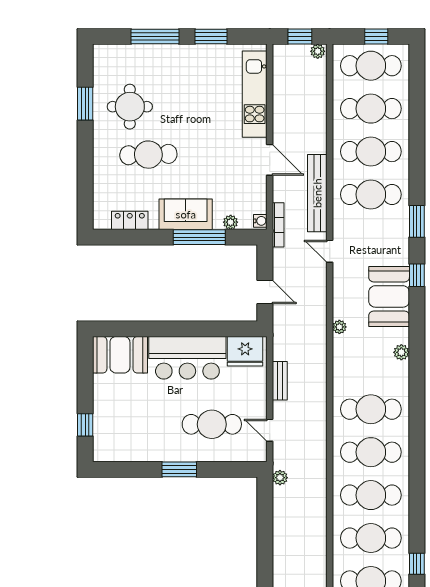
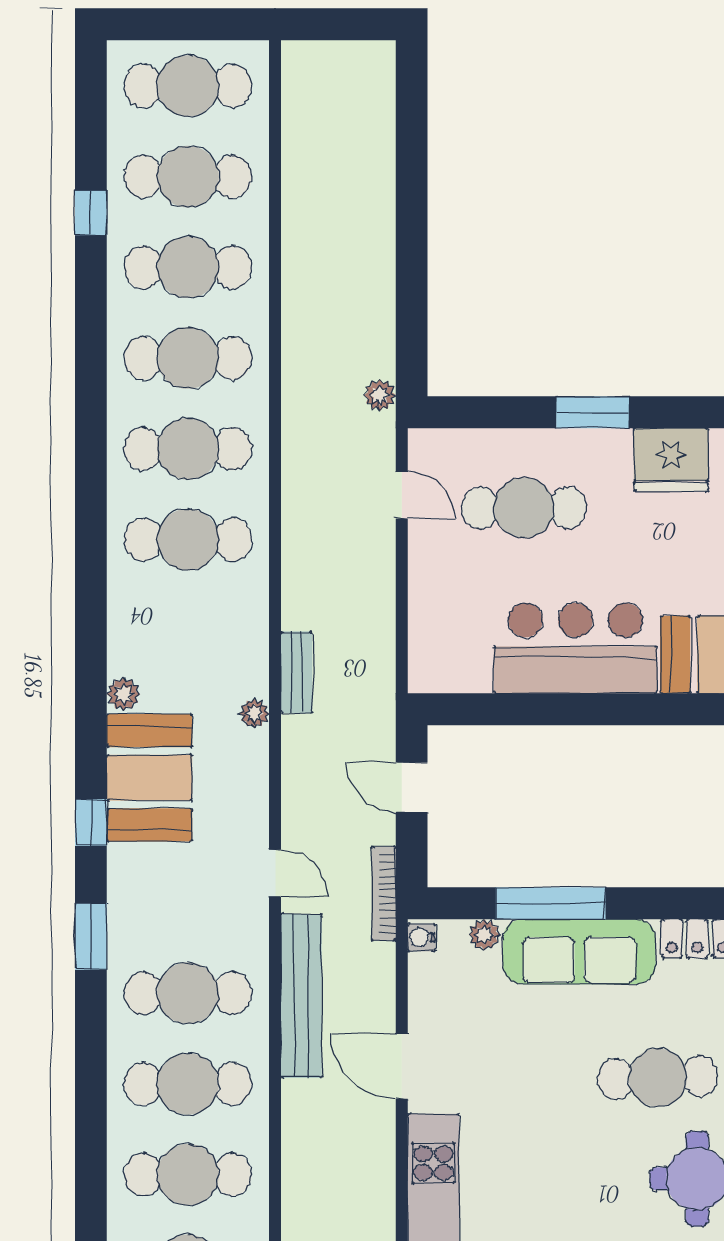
sofa: (186, 214) -> (579, 952), width x1.36
bookcase: (278, 225) -> (384, 894), moved
fridge: (245, 351) -> (671, 460), moved, turned 180
plant: (401, 352) -> (123, 694), moved
bench: (280, 381) -> (297, 672), moved

